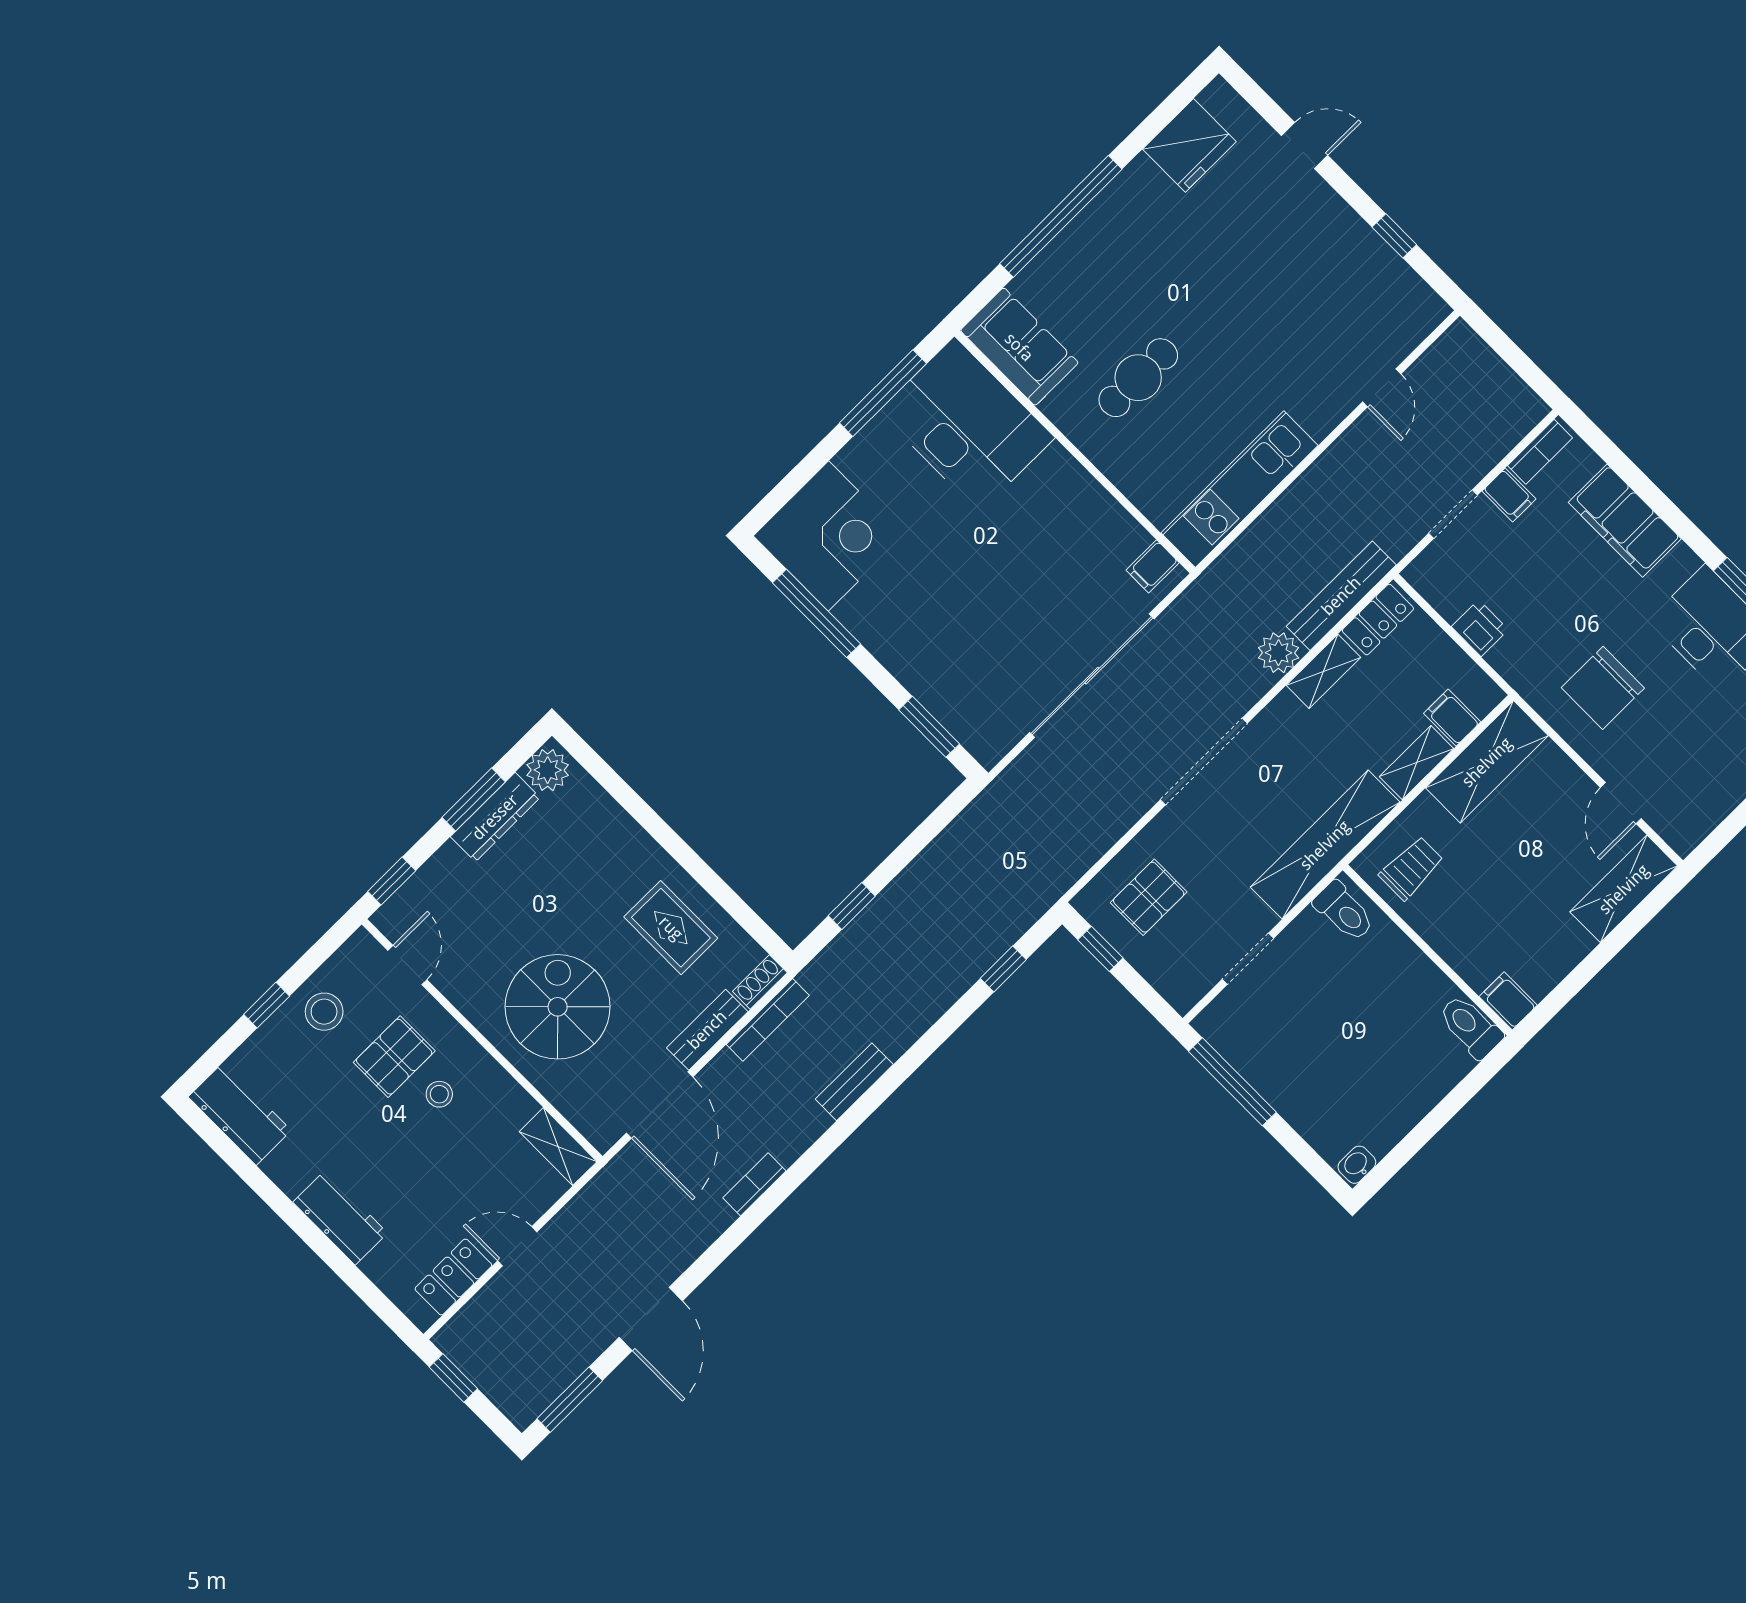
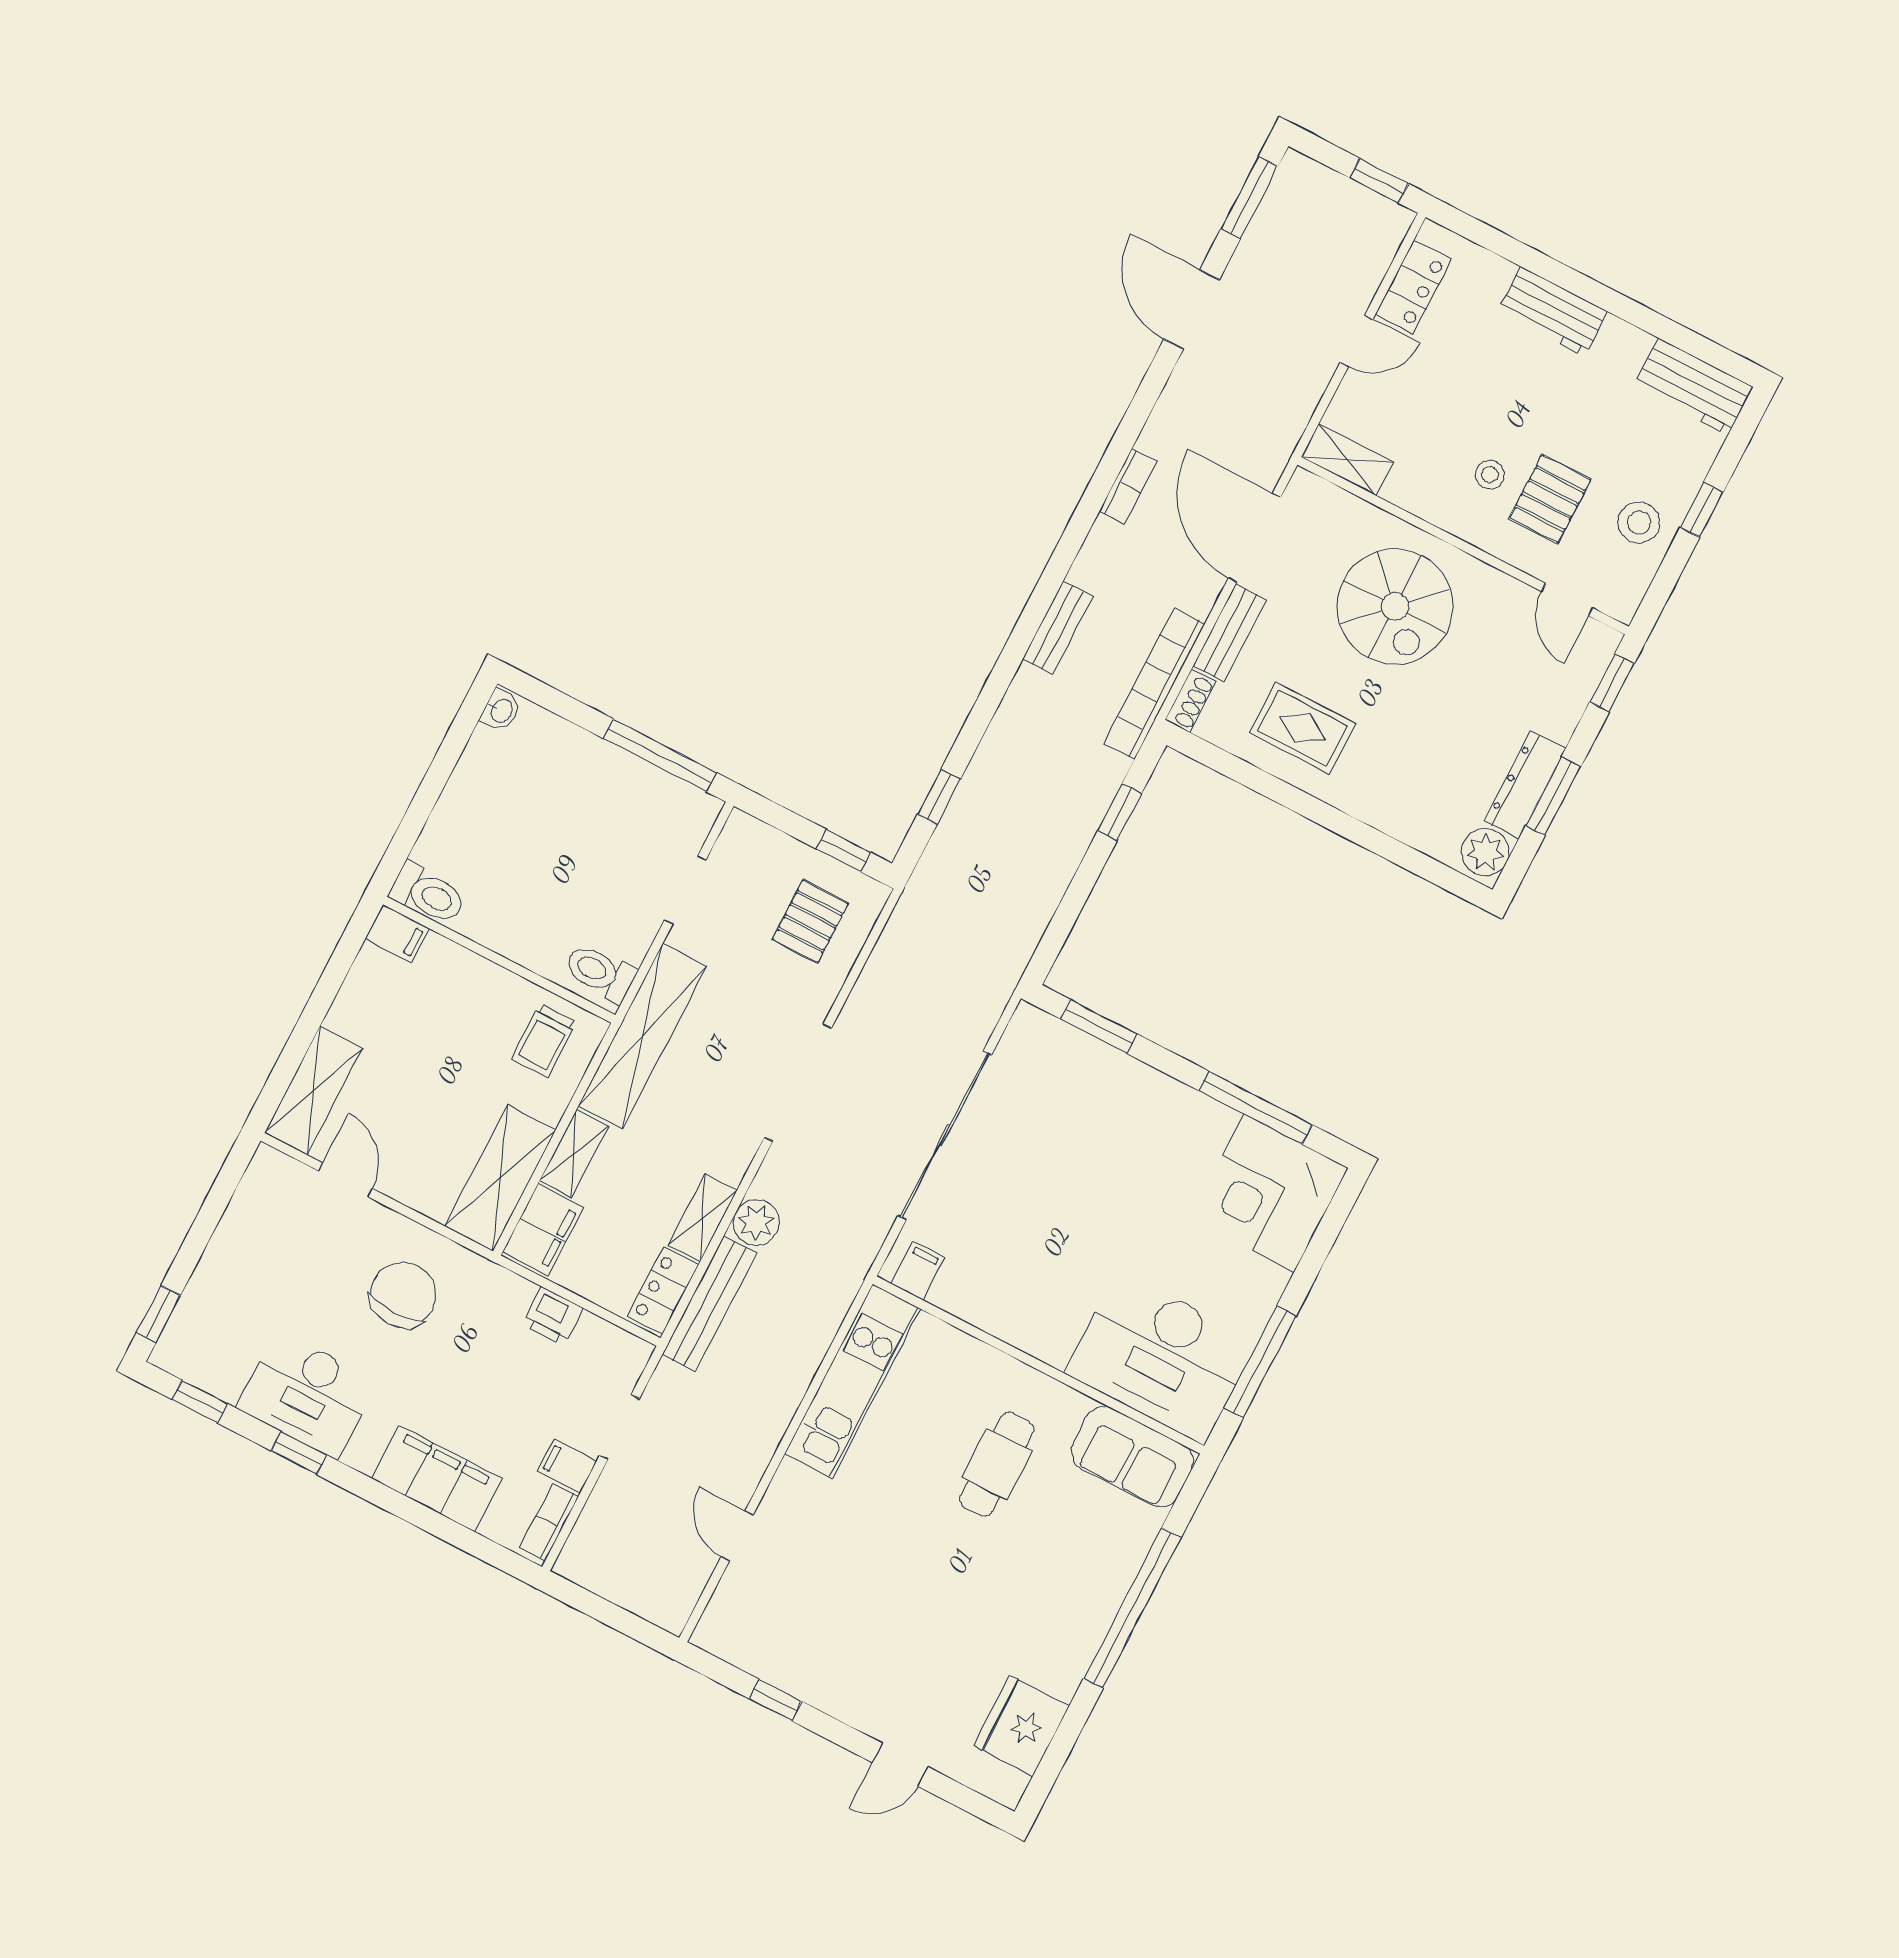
filing cabinet: (1452, 718) -> (543, 1230), width x2.00
bookcase: (768, 1020) -> (1154, 684), width x1.48, depth x1.31

